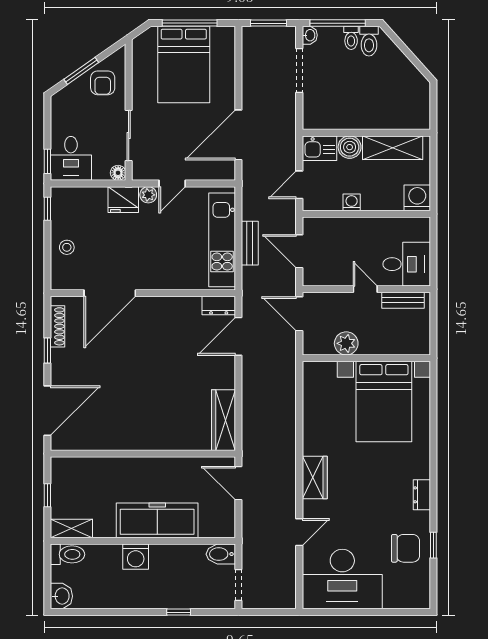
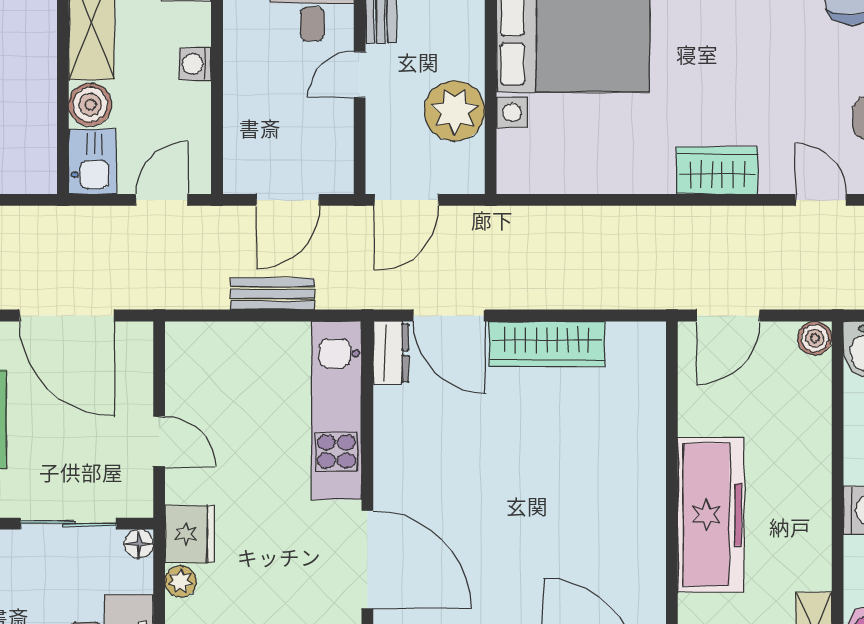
door: (299, 185) -> (162, 200), swing flipped
plant: (148, 195) -> (181, 581), moved
washing machine: (352, 202) -> (195, 64), moved
kitchen unit: (222, 240) -> (336, 410), moved, turned 90
plant: (346, 343) -> (455, 111), width x1.36, depth x1.36
wardrobe: (224, 420) -> (547, 344), moved
freezer: (157, 520) -> (711, 515), moved, turned 180
boiler: (226, 529) -> (815, 338), added

